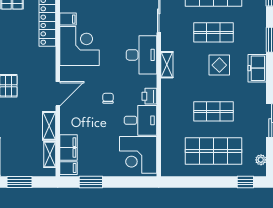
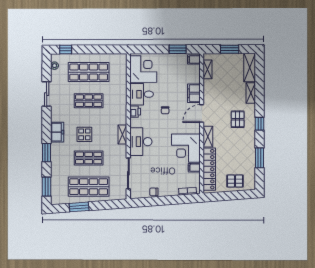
shelving: (49, 126) -> (208, 137), moved
filing cabinet: (68, 148) -> (194, 93), moved

